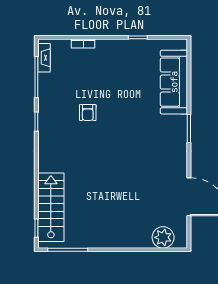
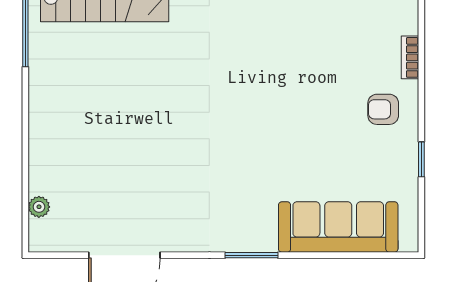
armchair: (88, 112) -> (383, 109), moved
plant: (163, 237) -> (39, 207), width x0.53, depth x0.53

